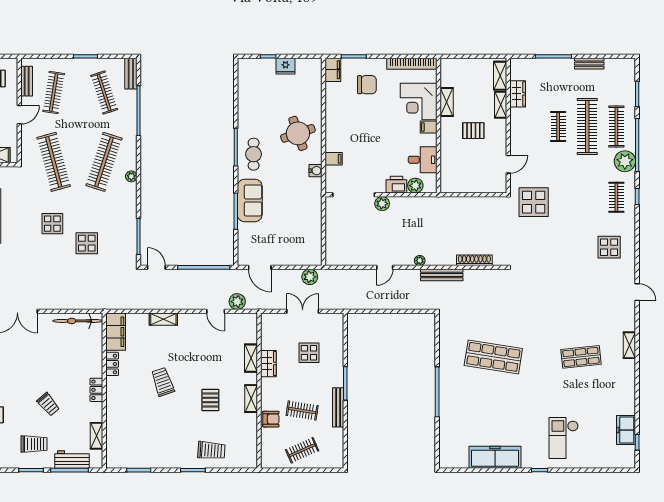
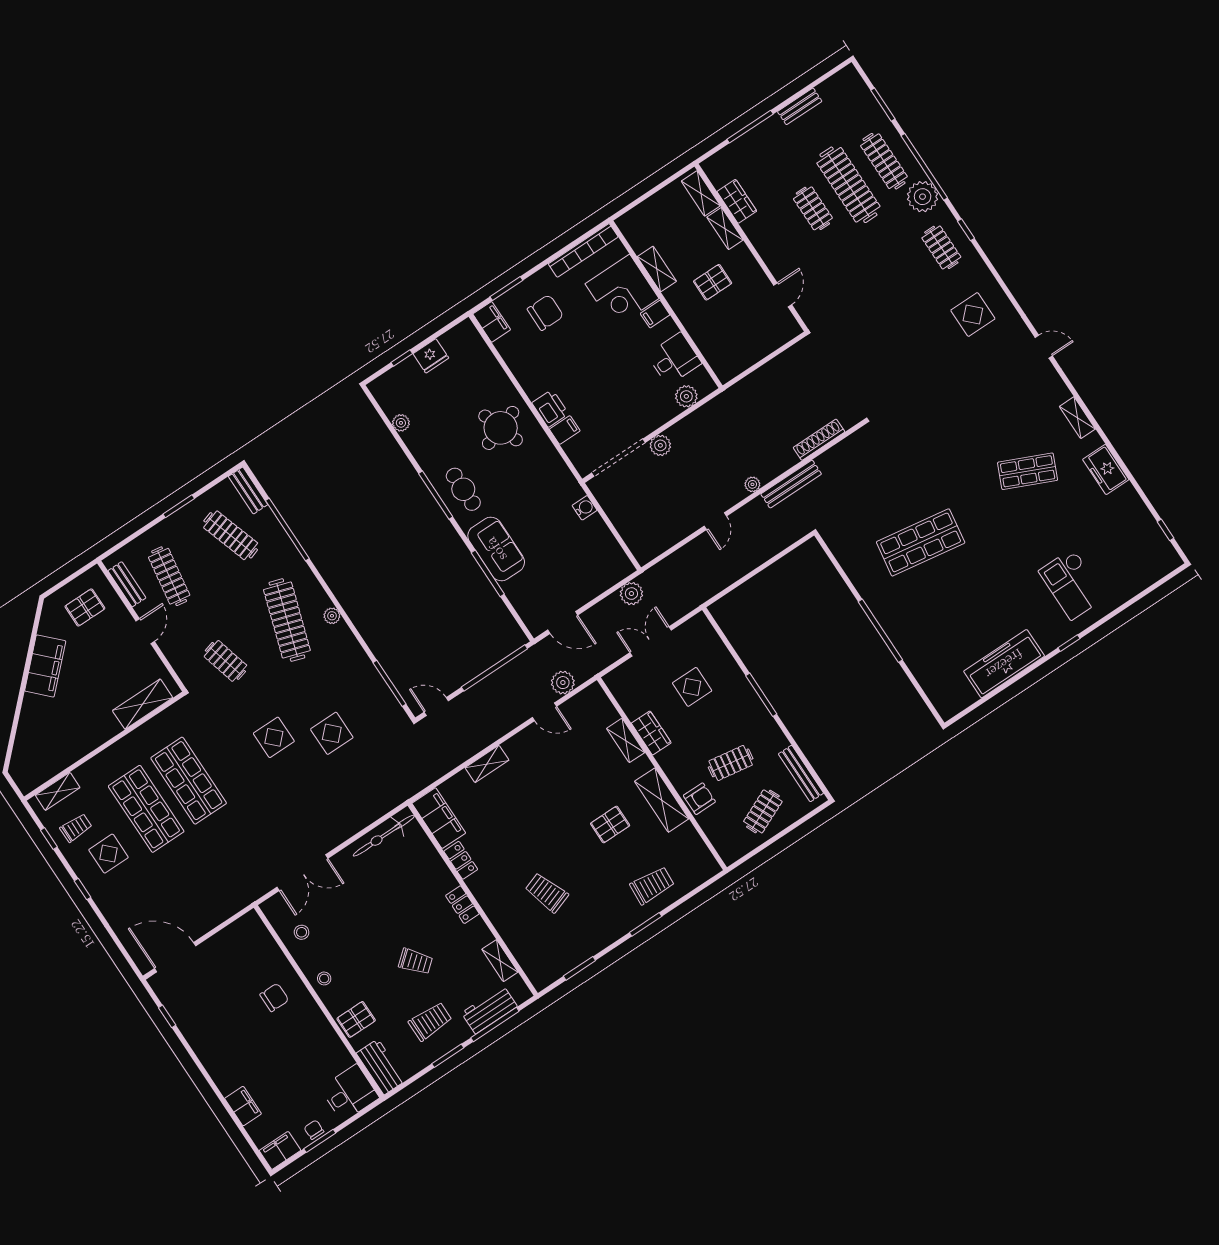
plant: (243, 93) -> (401, 423), added
clothes rail: (54, 162) -> (225, 661), width x0.54, depth x0.76
water cooler: (316, 171) -> (585, 508), moved
printer: (396, 185) -> (550, 408), moved, turned 90
display table: (534, 202) -> (844, 321), removed
shop shelf: (581, 357) -> (1028, 471), turned 30
trolley: (163, 382) -> (547, 893), moved
shelving: (251, 399) -> (662, 800), width x1.50, depth x1.33
pallet: (210, 400) -> (610, 825), turned 90
bench: (338, 407) -> (801, 774), moved
freezer: (626, 430) -> (1106, 469), moved

